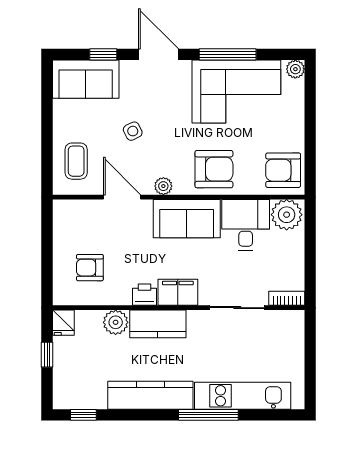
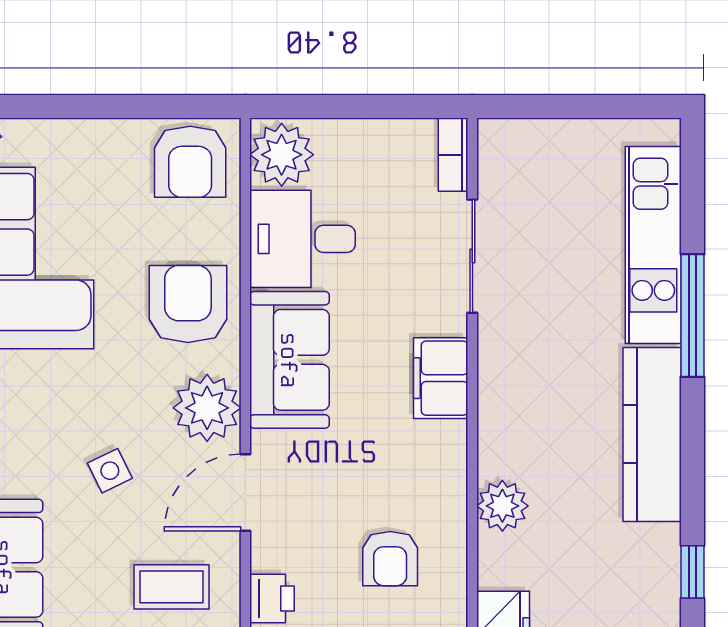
plant: (163, 186) -> (207, 408), width x1.87, depth x1.87
printer: (144, 295) -> (272, 599), moved, turned 180
kitchen counter: (158, 324) -> (506, 419), removed

